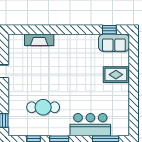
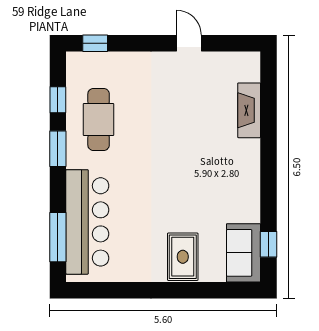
cafe table: (43, 107) -> (99, 119), moved
bar counter: (90, 125) -> (87, 222), width x1.36

